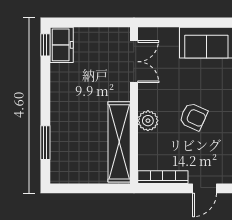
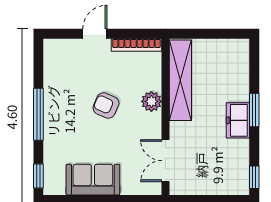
freezer: (62, 45) -> (238, 120), moved
window: (45, 143) -> (254, 110), moved

